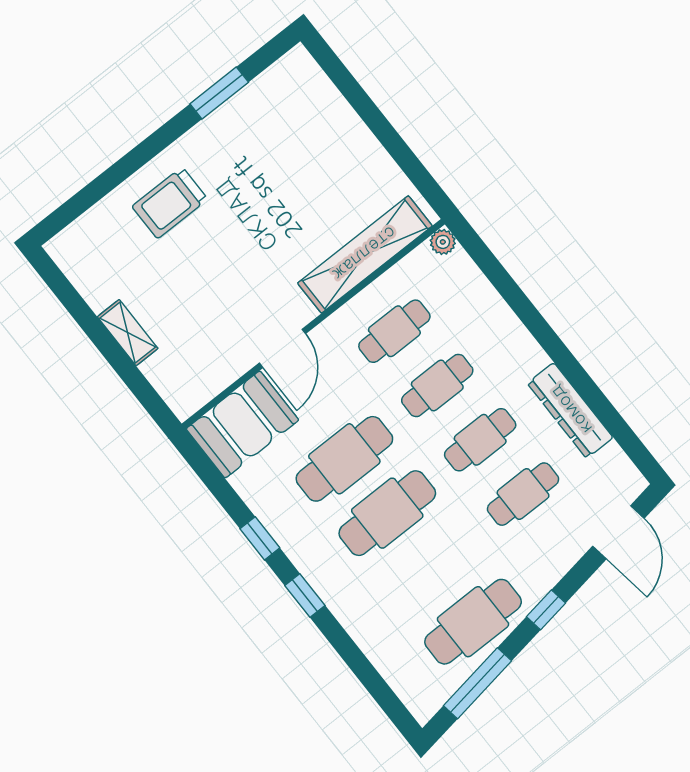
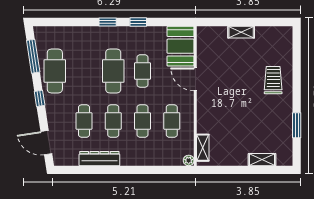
shelving: (334, 107) -> (262, 160), added
shelving: (365, 254) -> (203, 148), width x0.45, depth x0.75
cafe table: (344, 459) -> (142, 71), width x0.73, depth x0.74

